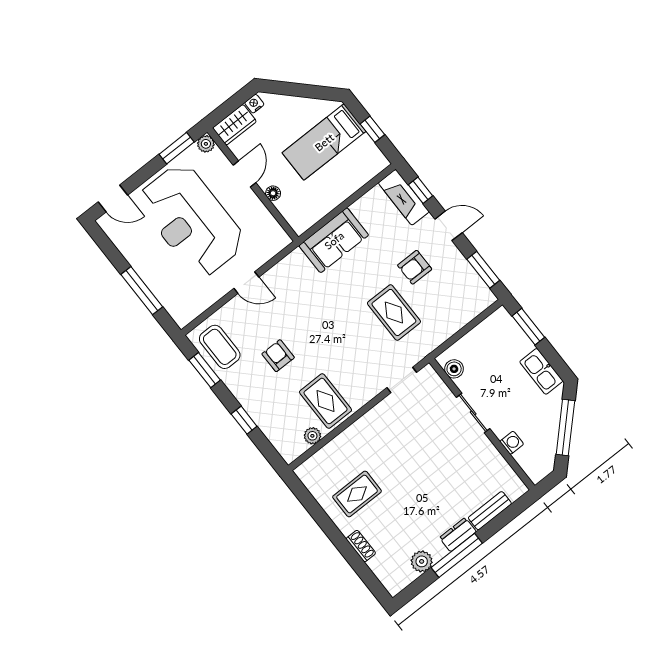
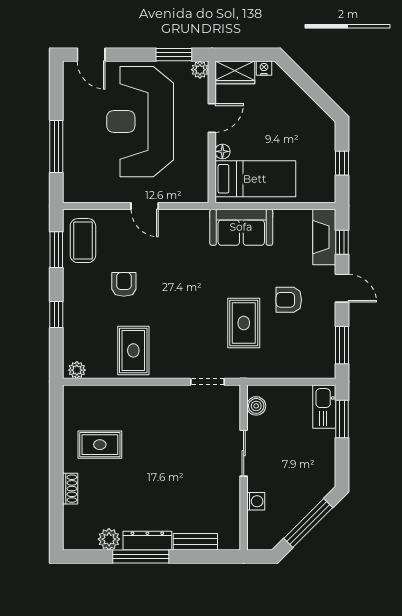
bed: (324, 142) -> (255, 179), moved, turned 180
kitchen sink: (541, 371) -> (324, 407), moved
plant: (312, 436) -> (77, 370), moved
dresser: (458, 535) -> (147, 541), width x1.44

